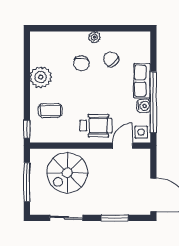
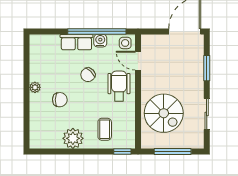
chair: (111, 59) -> (88, 75), moved

